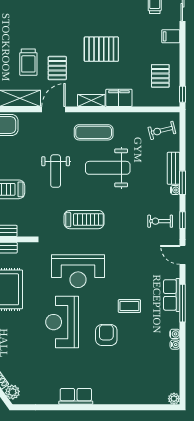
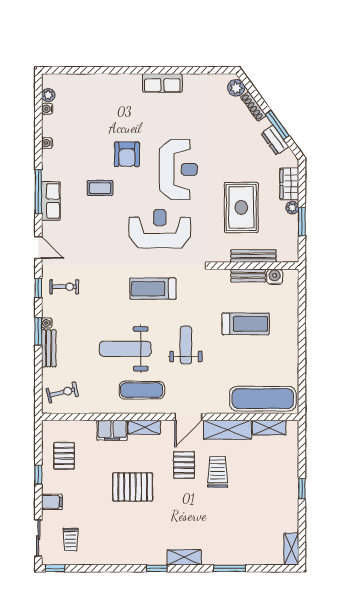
window: (182, 94) -> (38, 475), moved
weight bench: (108, 168) -> (125, 349), turned 180
water cooler: (175, 334) -> (47, 109), moved
plant: (174, 399) -> (48, 95), moved

